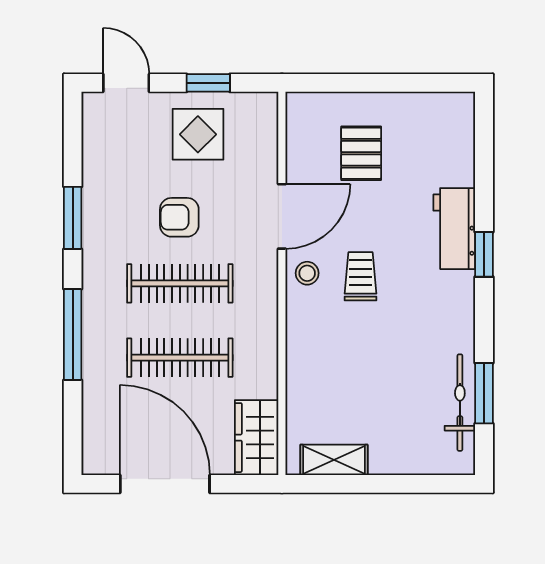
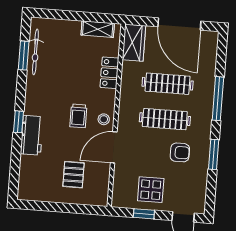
armchair: (179, 217) -> (180, 152), moved
locker: (303, 371) -> (109, 73), added

